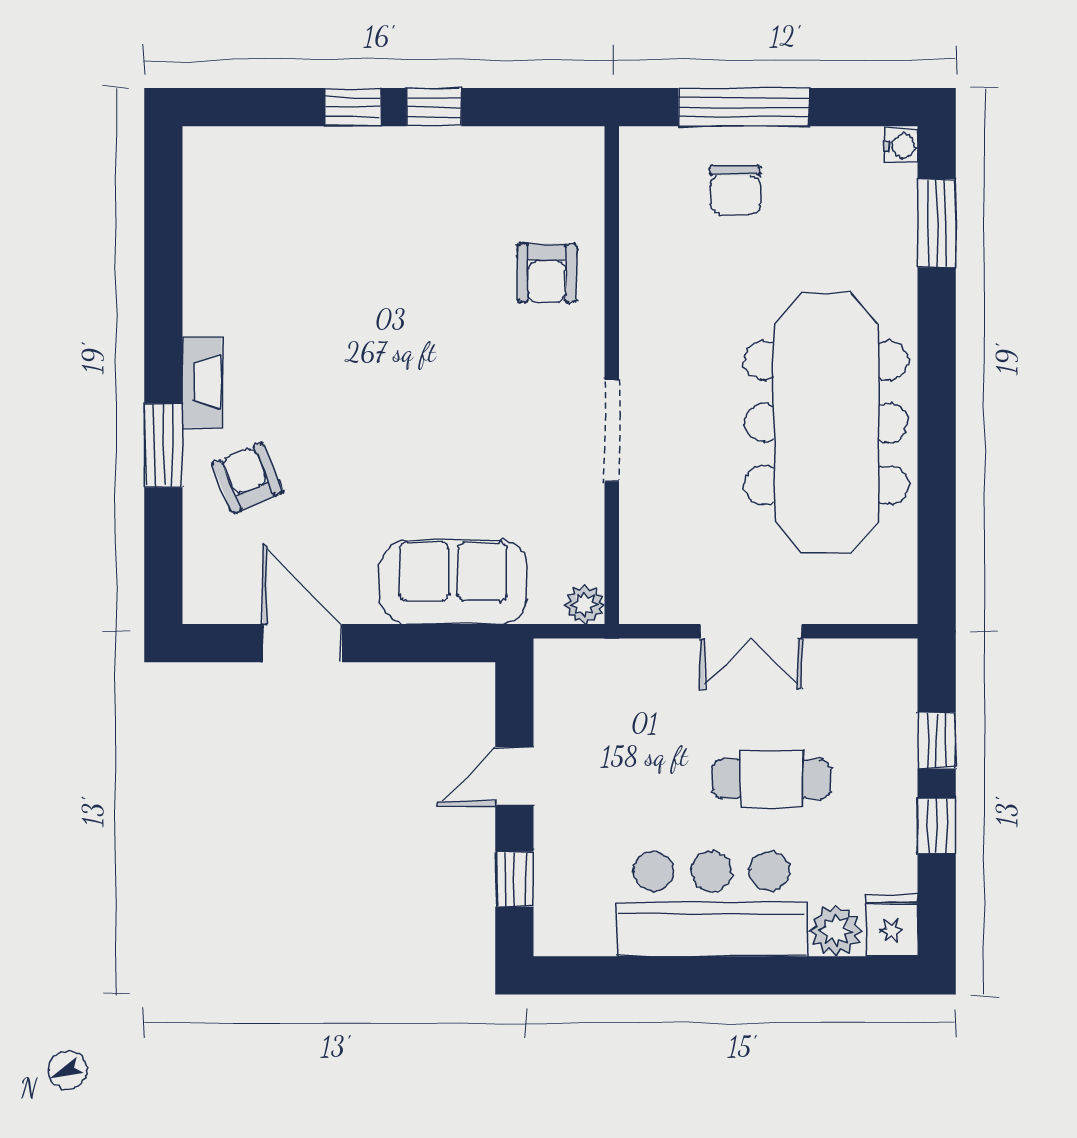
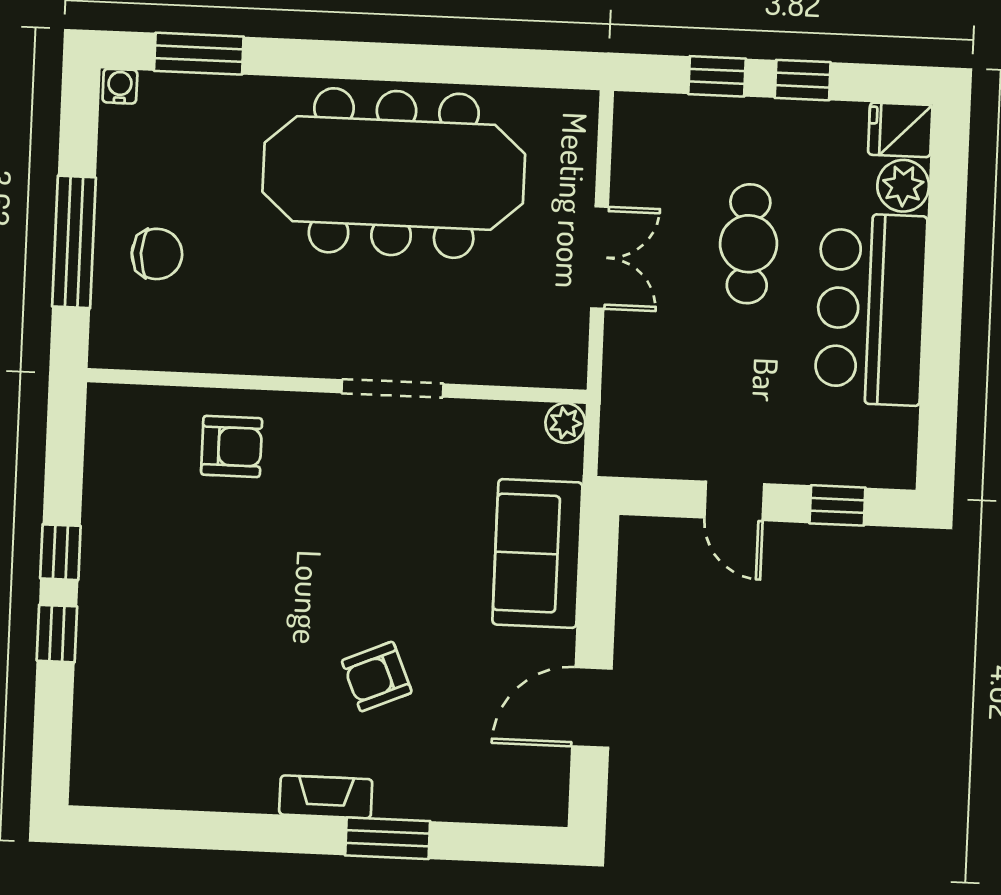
armchair: (248, 478) -> (377, 677), moved

